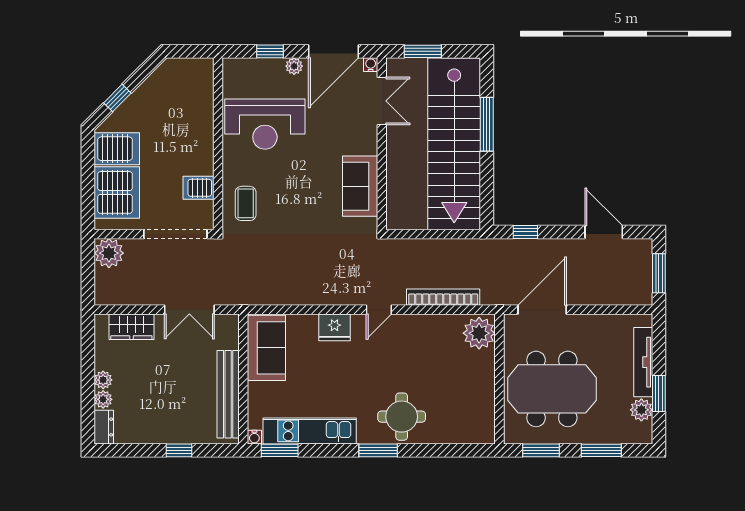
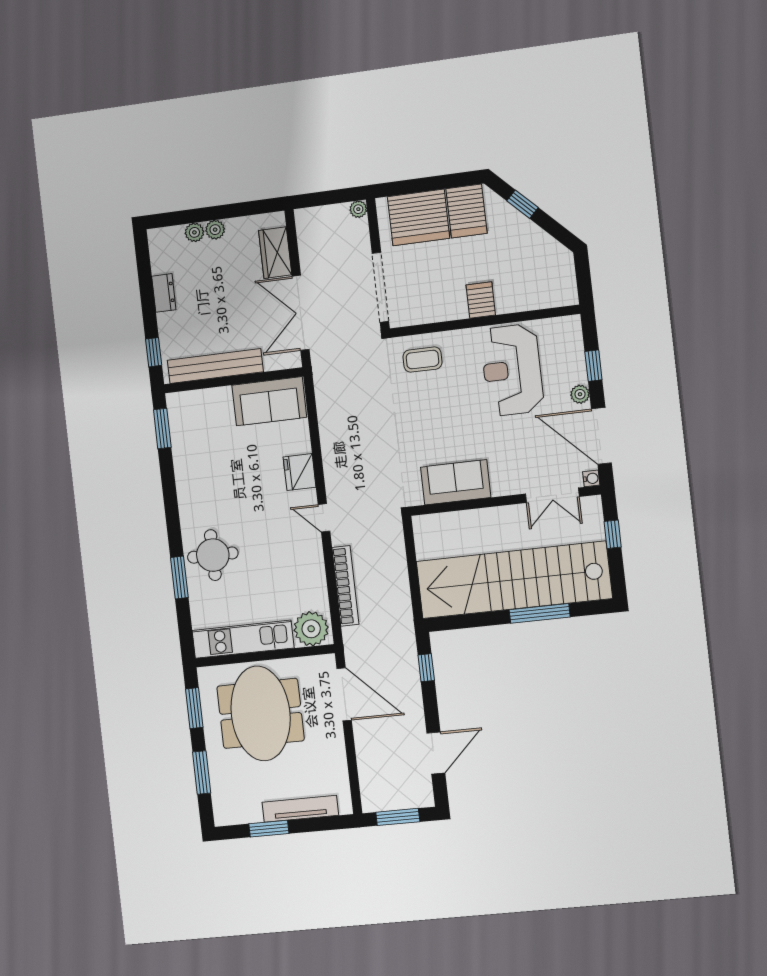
window: (423, 51) -> (613, 534), width x0.67
server rack: (198, 188) -> (481, 300), moved
plant: (109, 253) -> (358, 209), width x0.53, depth x0.53
double door: (189, 310) -> (301, 313), width x1.37
plant: (641, 410) -> (249, 812), removed
dresser: (104, 427) -> (164, 293), moved, turned -90
kitchen unit: (310, 431) -> (243, 639), moved, turned -90
water cooler: (254, 437) -> (173, 400), removed
window: (179, 450) -> (154, 352), moved
window: (378, 450) -> (179, 577), moved

